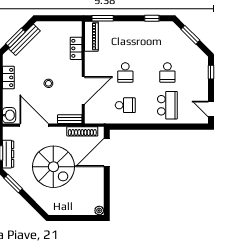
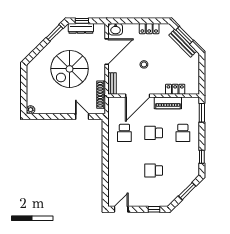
piano: (91, 36) -> (168, 103), moved
door: (83, 90) -> (138, 96), hinge flipped
school desk: (167, 105) -> (183, 133), moved, width x0.54
door: (107, 153) -> (82, 116), width x0.53

